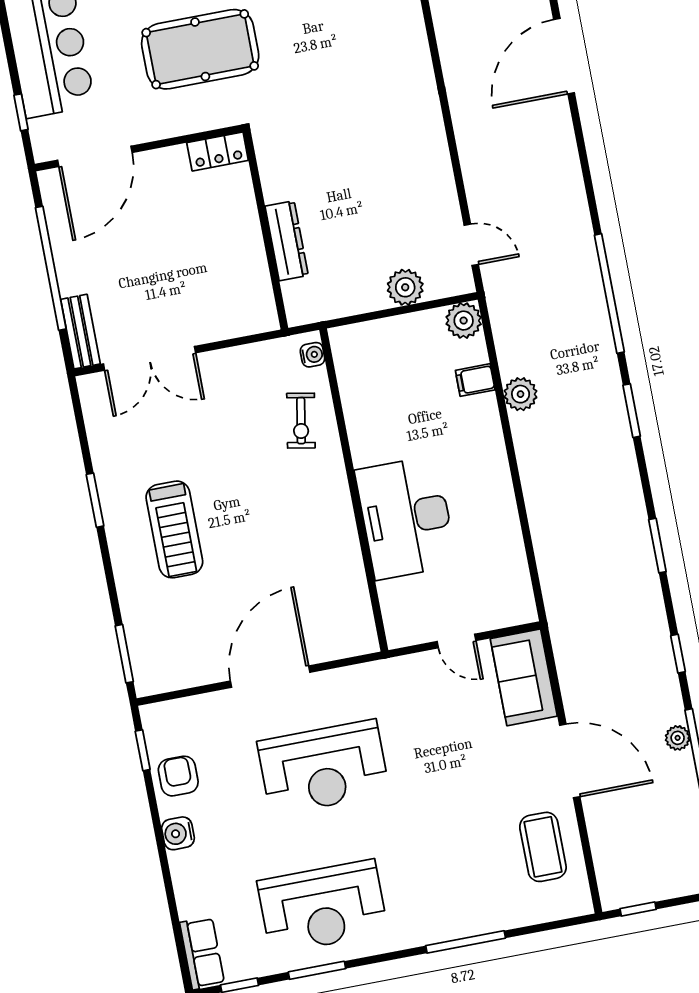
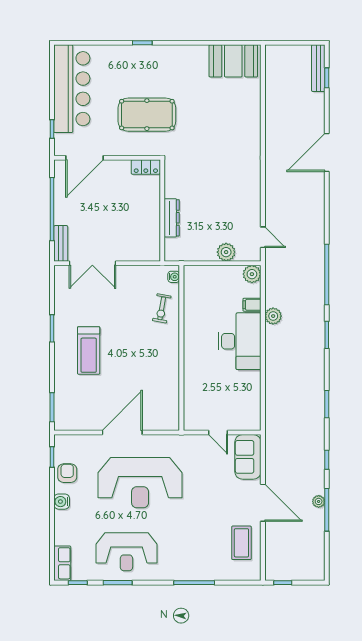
desk: (406, 518) -> (240, 341), moved, turned 180
reception desk: (323, 768) -> (140, 483), width x1.36, depth x1.30

